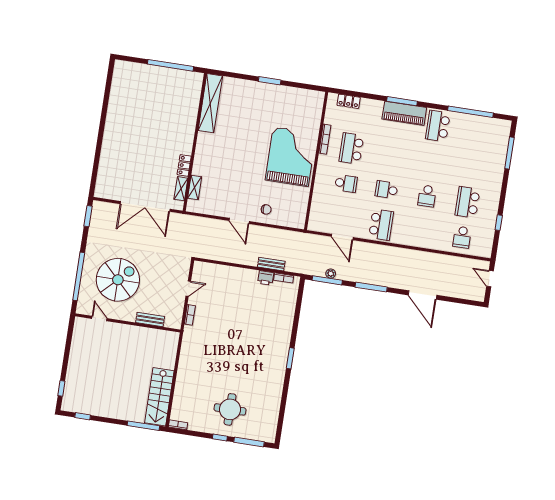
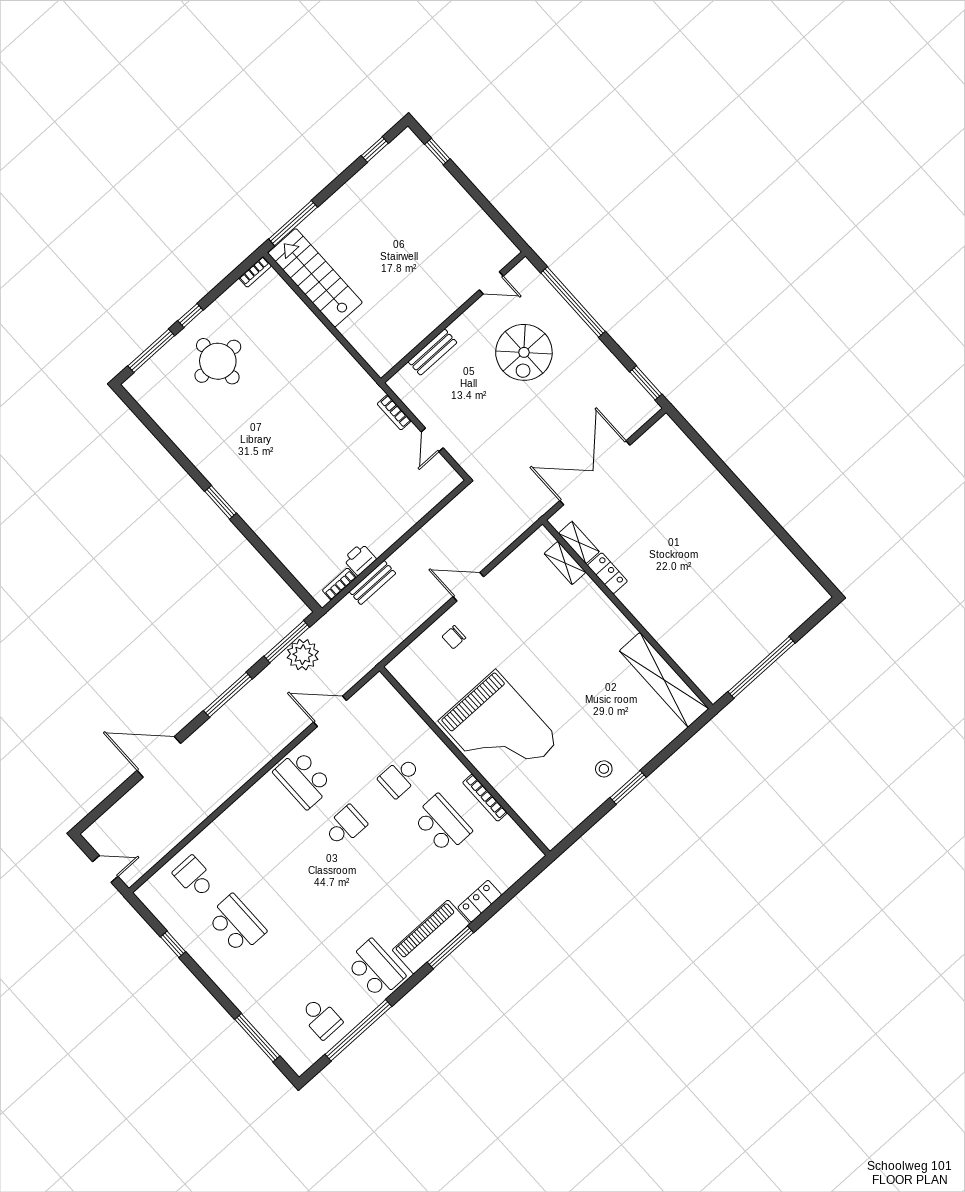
stool: (270, 98) -> (604, 769), added
locker: (349, 101) -> (480, 901), moved
school desk: (427, 196) -> (321, 1018), moved, turned 180
plant: (331, 274) -> (303, 655), width x1.87, depth x1.87
spiral stairs: (118, 280) -> (524, 352), width x0.73, depth x0.73

